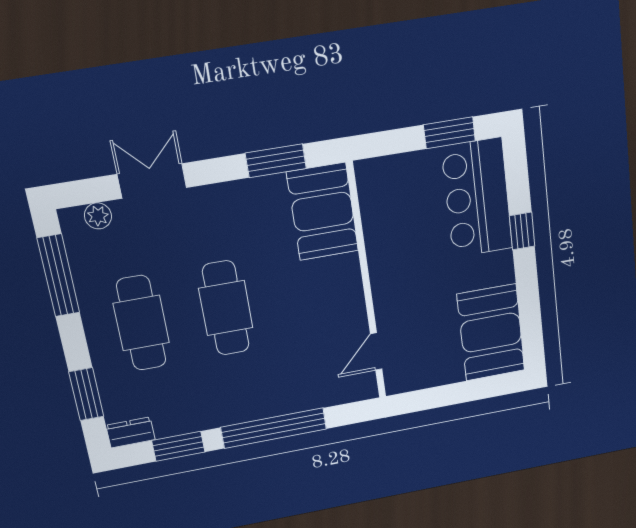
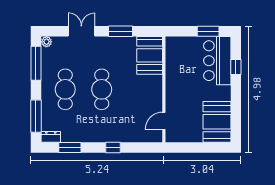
window: (276, 161) -> (120, 31), moved
plant: (98, 216) -> (46, 42), moved
window: (522, 231) -> (236, 67), moved
window: (86, 394) -> (36, 116), width x1.44
window: (274, 428) -> (113, 147), width x0.32

